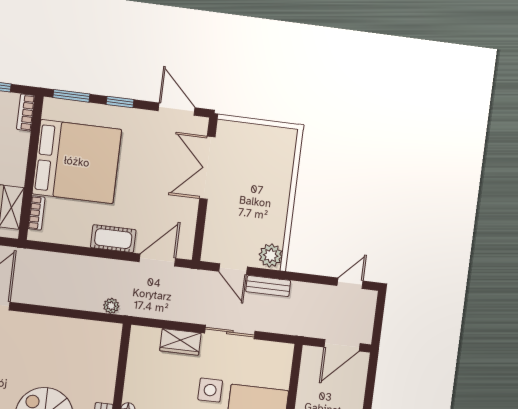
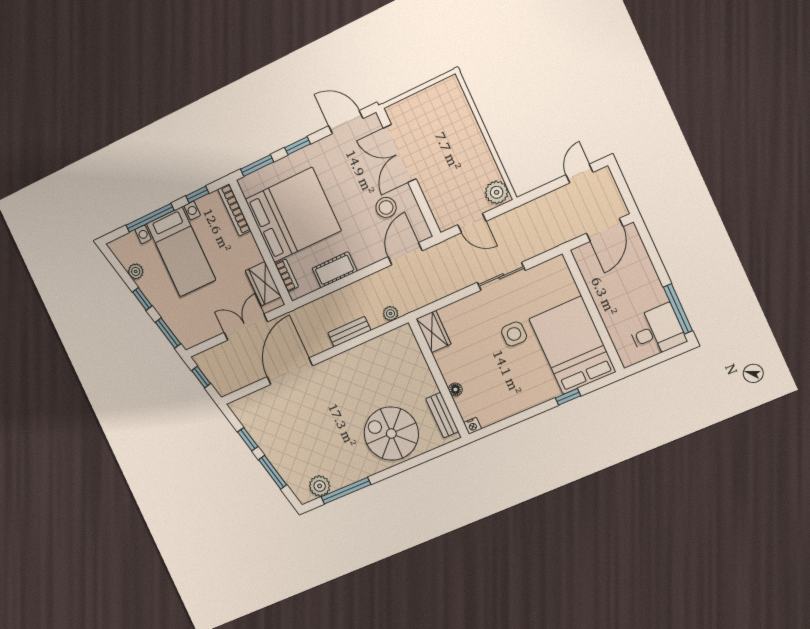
bookcase: (26, 112) -> (234, 210), width x1.56
stool: (166, 208) -> (386, 207), added
cot: (113, 239) -> (335, 270), moved
bench: (268, 286) -> (349, 332), moved
wardrobe: (180, 342) -> (433, 332), moved, turned -90

